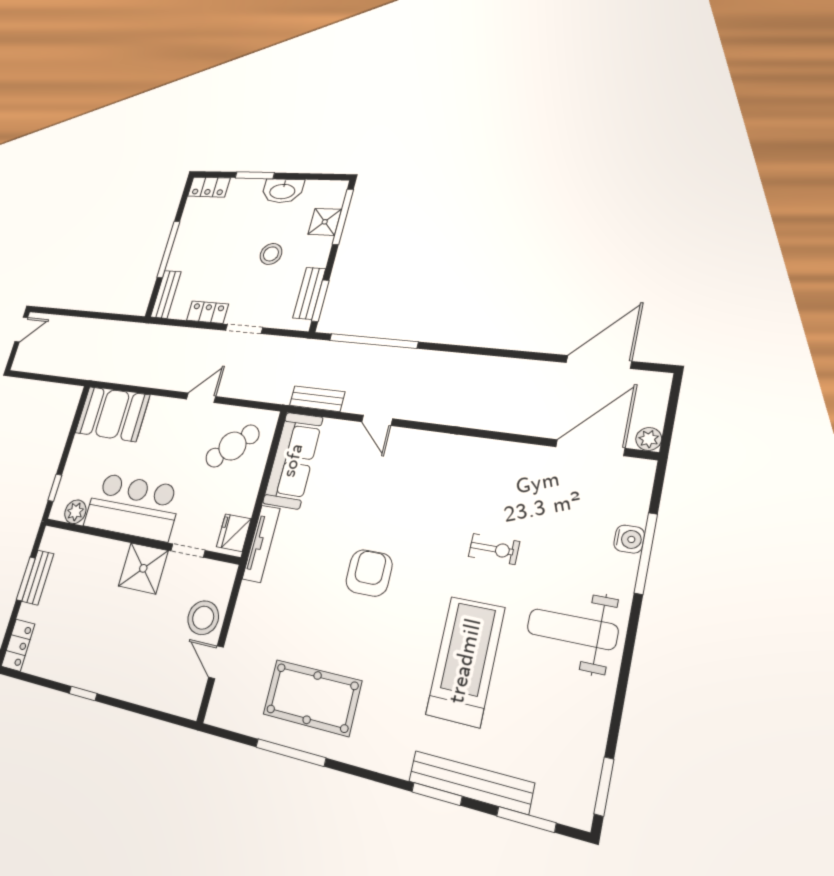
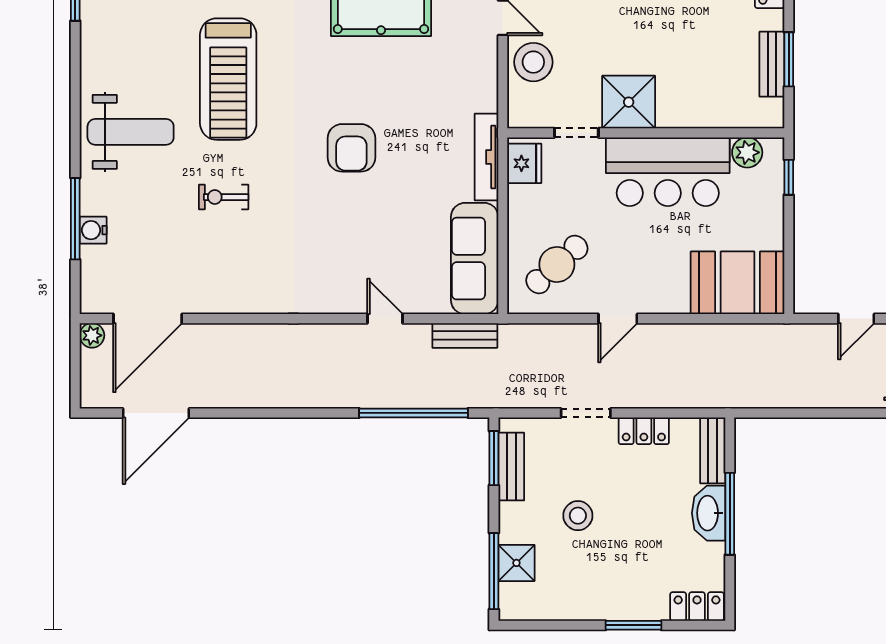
washbasin: (282, 191) -> (709, 513), moved, turned -90
door: (47, 378) -> (856, 319), added

